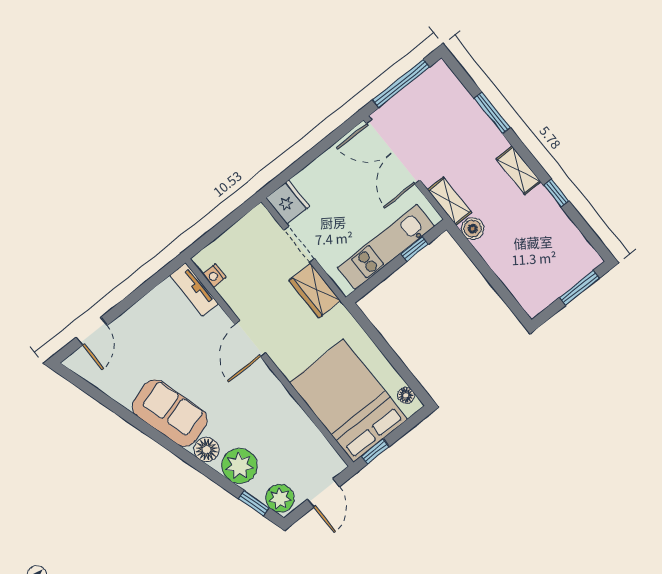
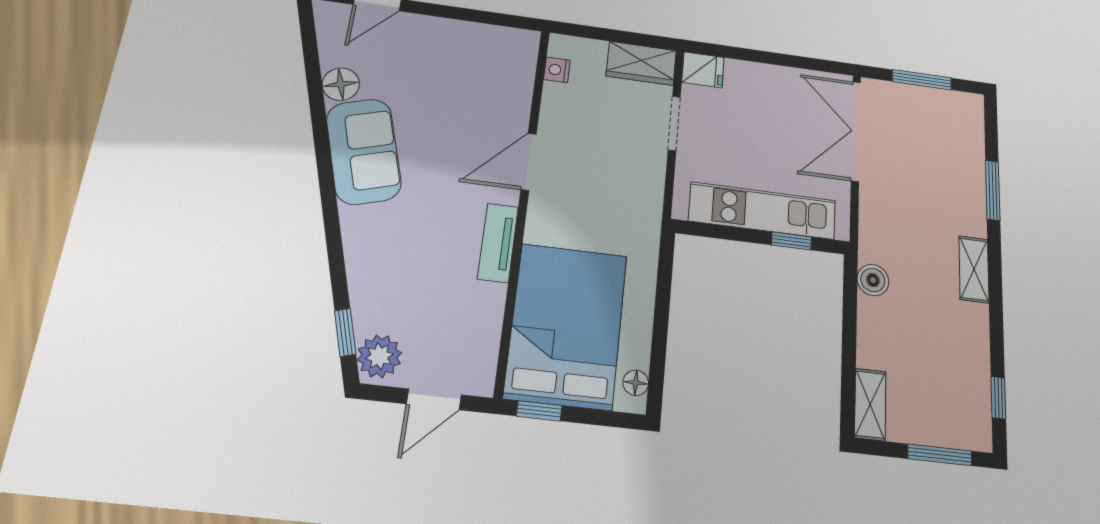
window: (401, 83) -> (922, 80), width x0.69
window: (556, 193) -> (998, 398), moved
shelving: (450, 201) -> (870, 404), moved
fridge: (288, 202) -> (703, 70), width x0.72
tv unit: (194, 289) -> (498, 243), moved
wardrobe: (315, 291) -> (641, 63), moved, turned -90
floor lamp: (207, 450) -> (341, 84), moved
plant: (239, 466) -> (375, 277), removed

